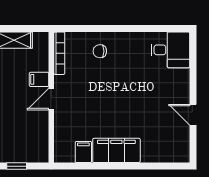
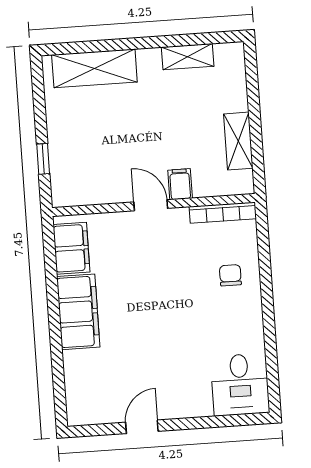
filing cabinet: (83, 152) -> (71, 248), width x2.00

